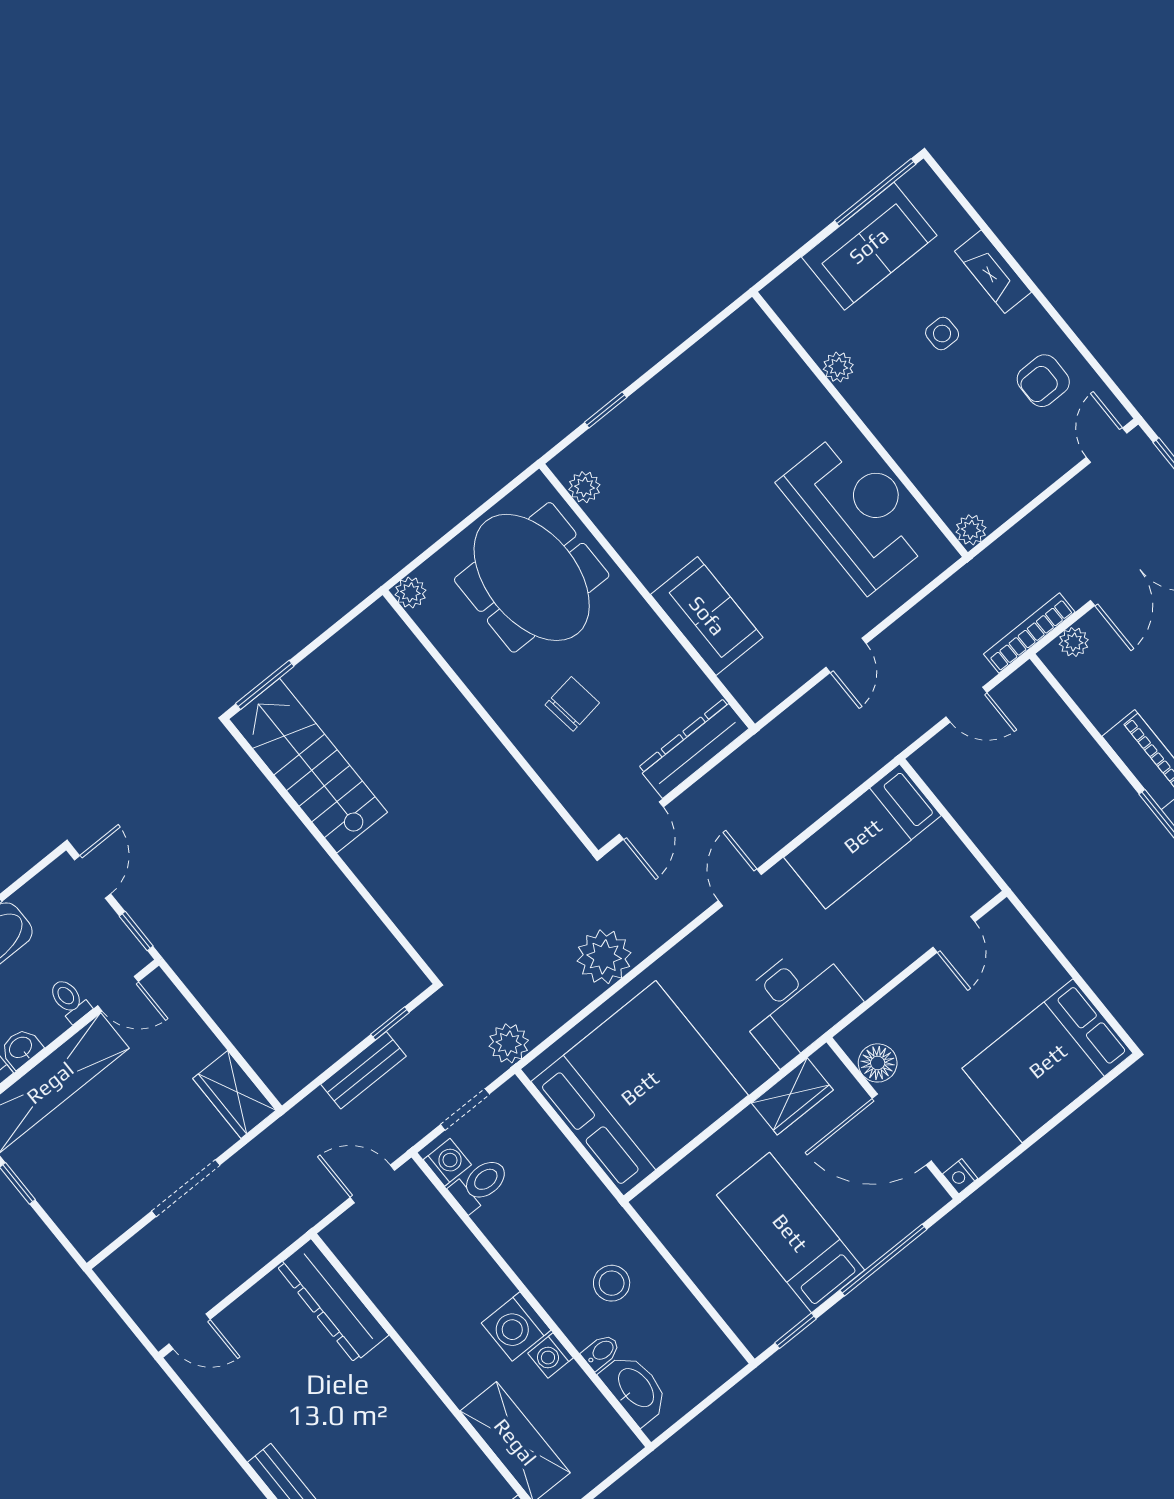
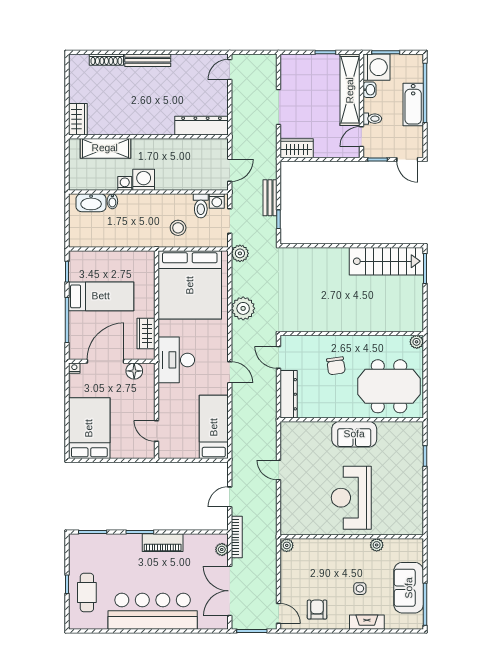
plant: (584, 487) -> (405, 428), removed
reception desk: (857, 511) -> (351, 498), moved, turned 90
sofa: (707, 616) -> (354, 434), moved
stool: (612, 1283) -> (178, 228), moved

